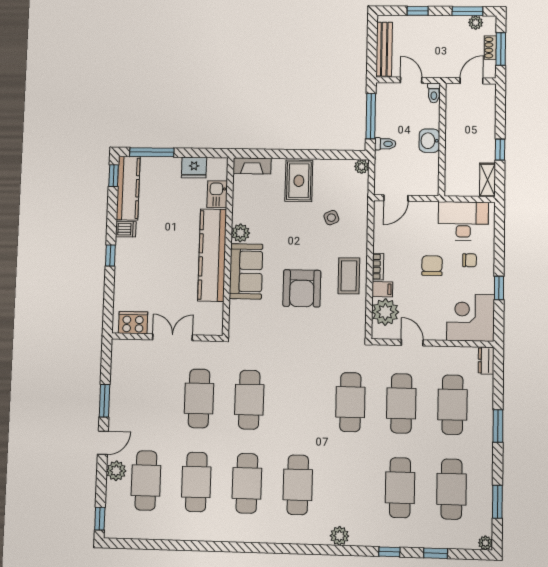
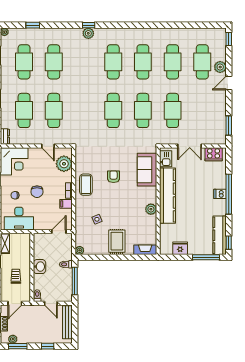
trolley: (470, 125) -> (16, 276), added
kitchen sink: (217, 194) -> (166, 159), moved
dishwasher: (126, 229) -> (220, 194), moved
window: (110, 256) -> (229, 194), width x3.17
sofa: (246, 271) -> (147, 170), moved
armchair: (302, 288) -> (114, 177), width x0.53, depth x0.53
filing cabinet: (382, 289) -> (66, 204), moved
window: (105, 401) -> (229, 126), moved
cafe table: (350, 402) -> (113, 110), moved
window: (389, 552) -> (89, 25), moved

